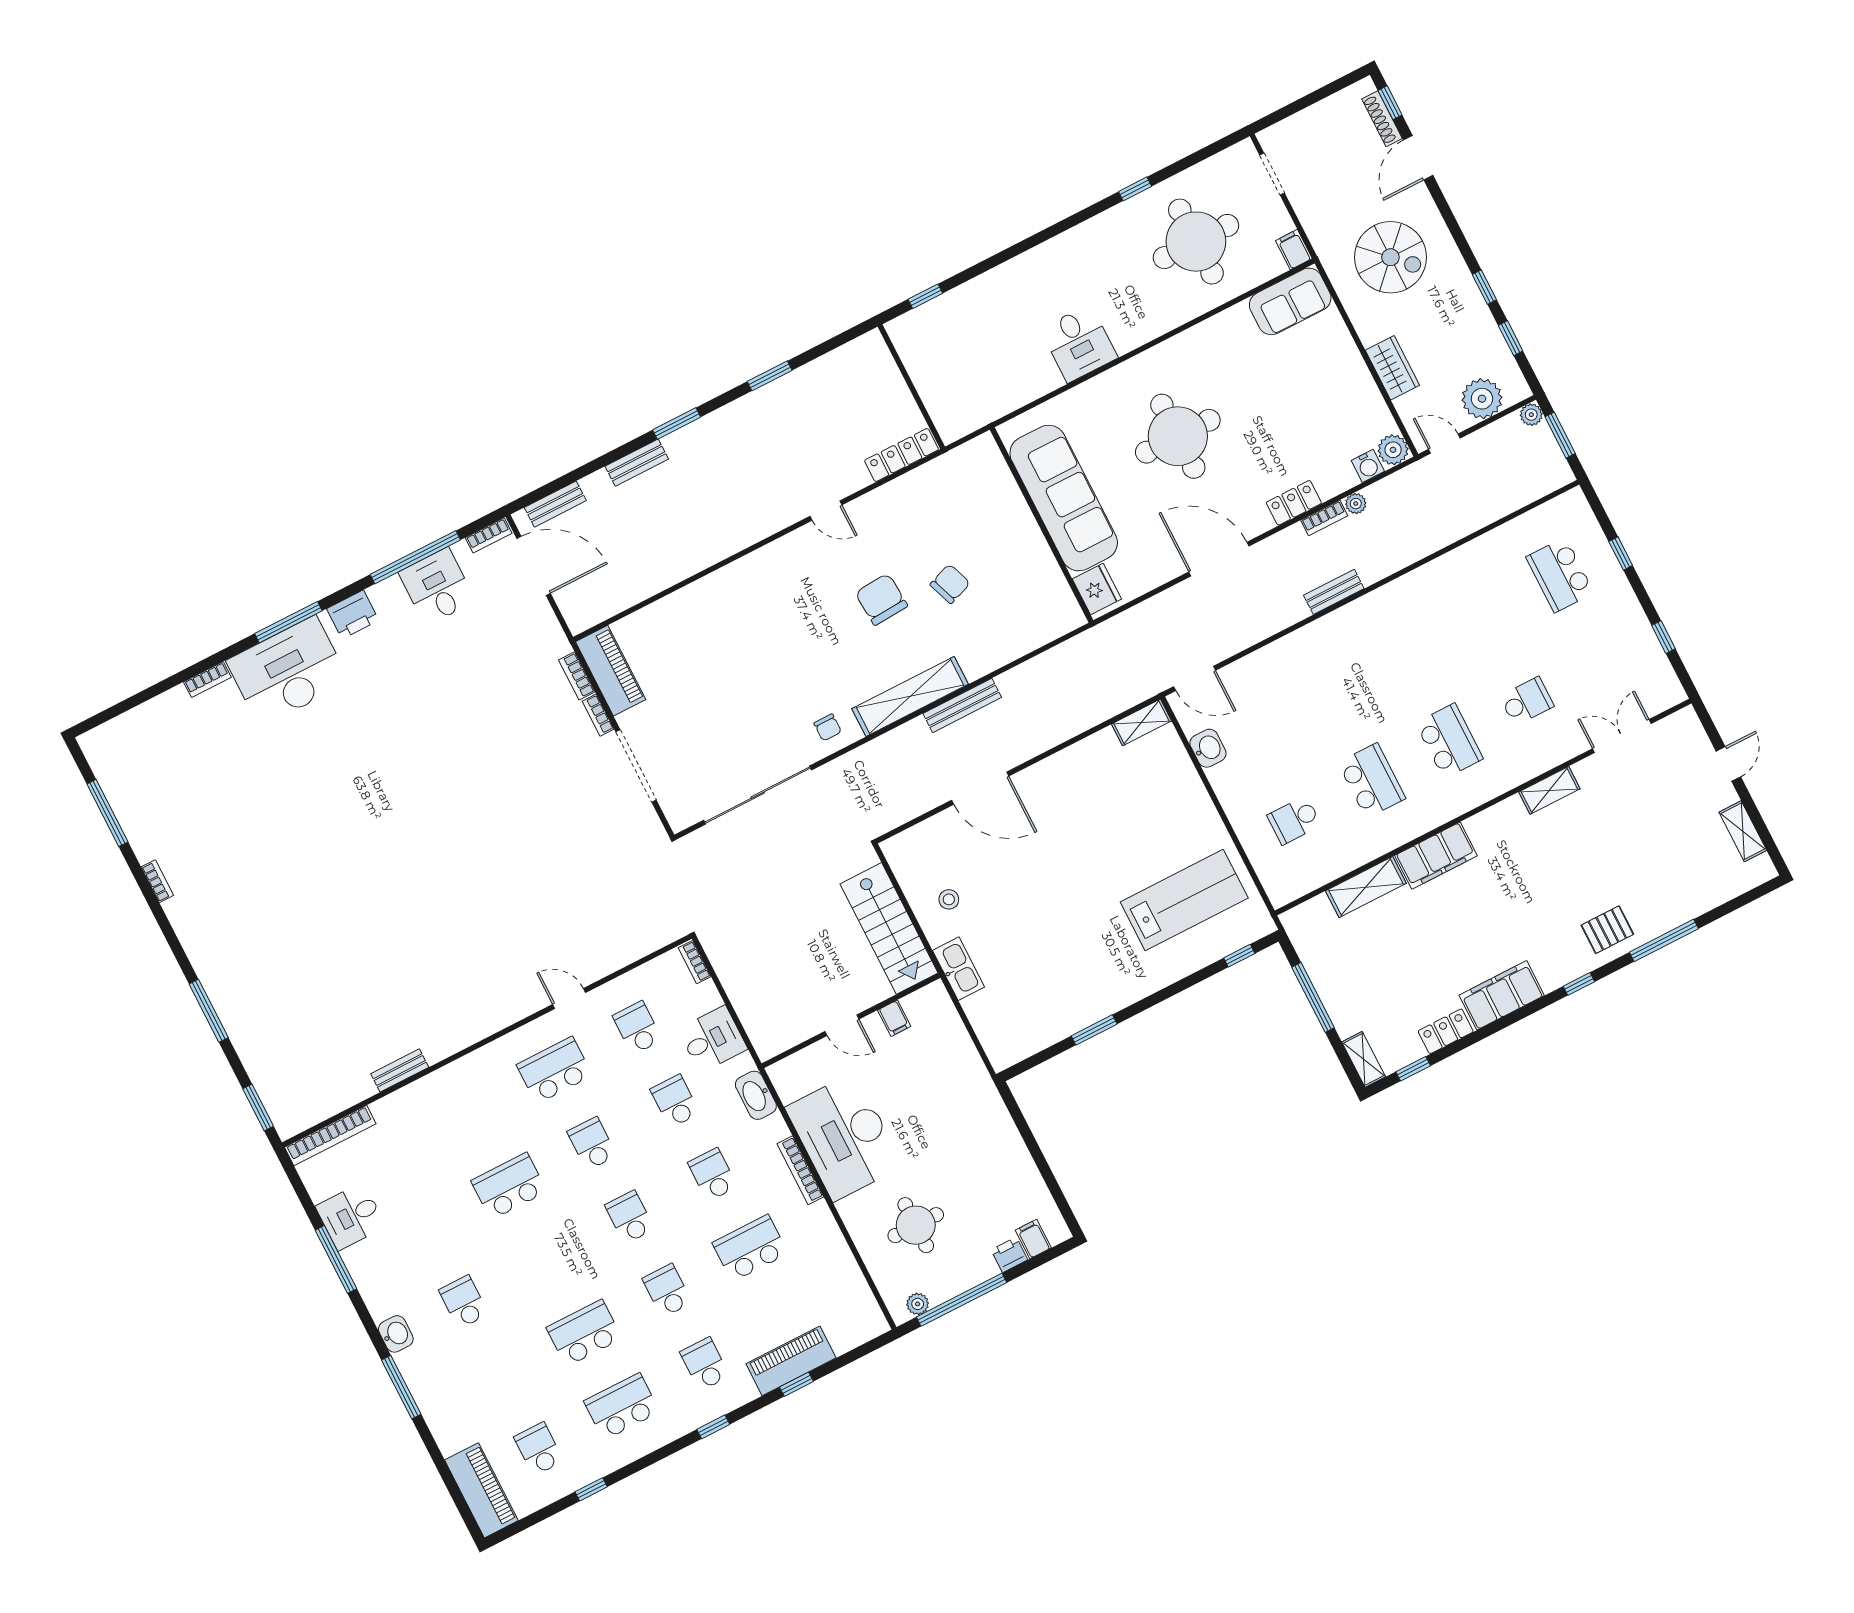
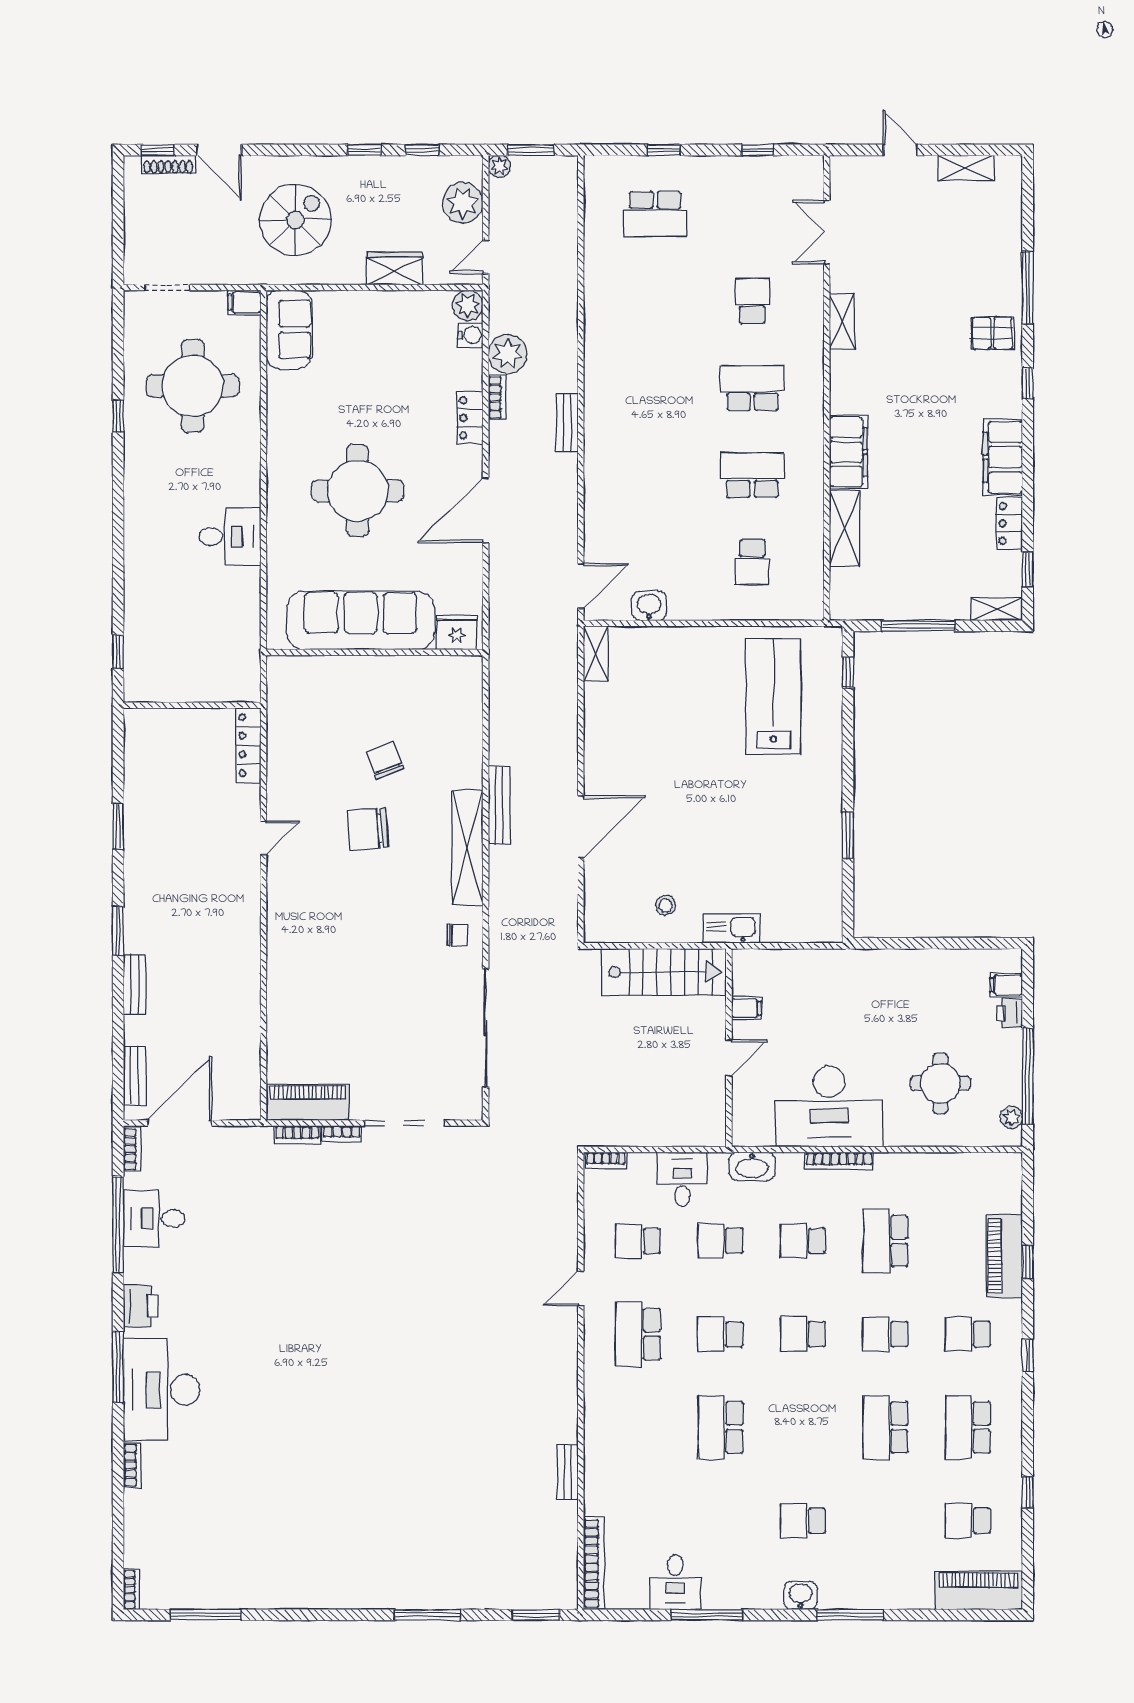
plant: (1356, 504) -> (508, 354), width x1.87, depth x1.87
bookcase: (157, 881) -> (131, 1589), moved, turned 90
pallet: (1607, 930) -> (992, 333), turned 90

